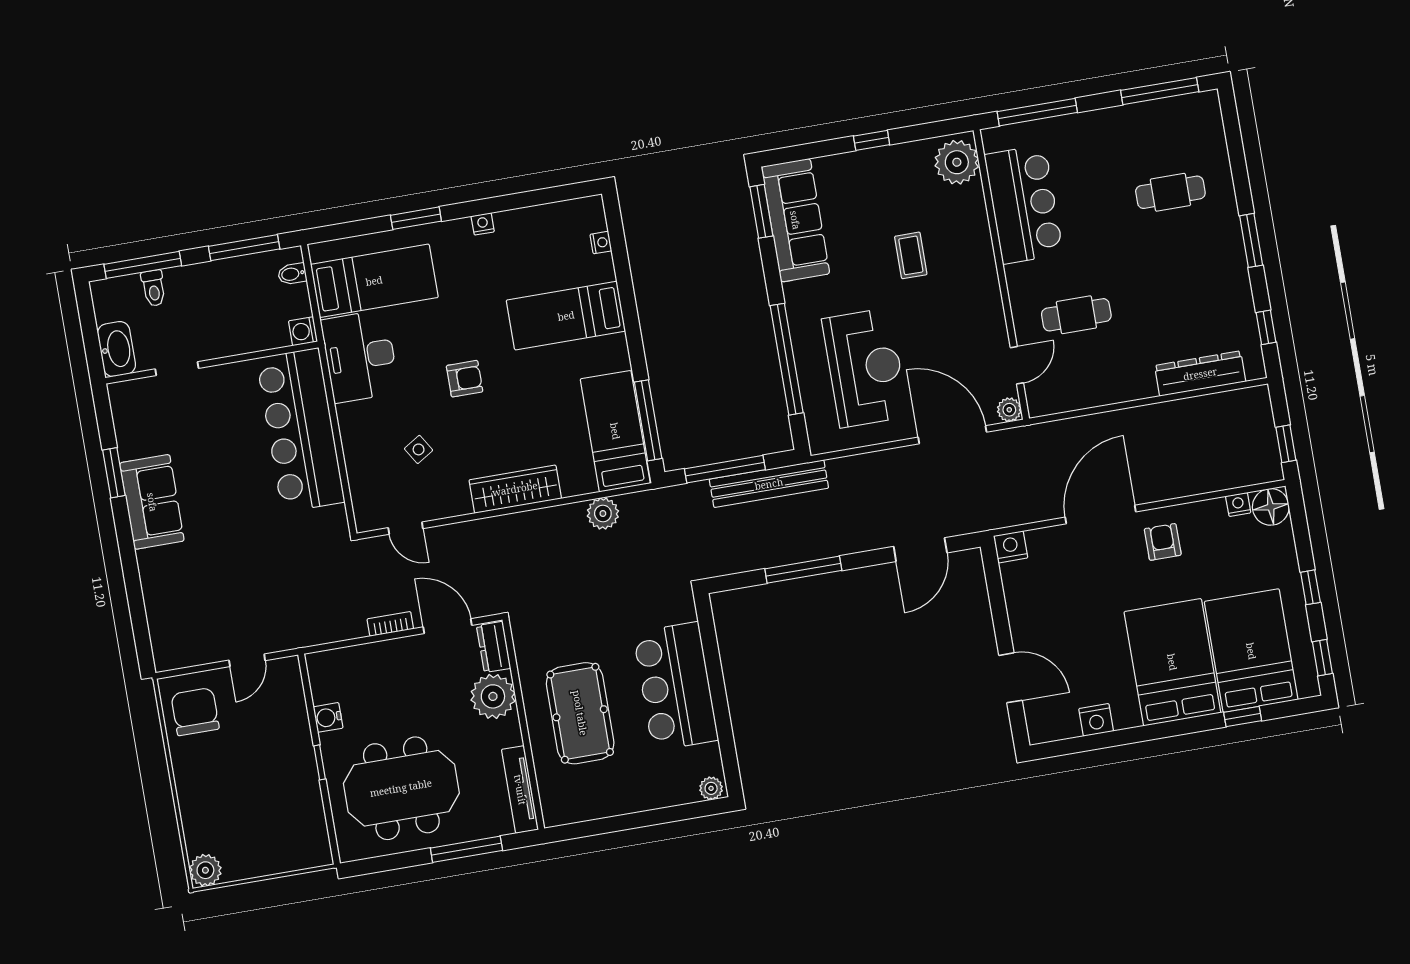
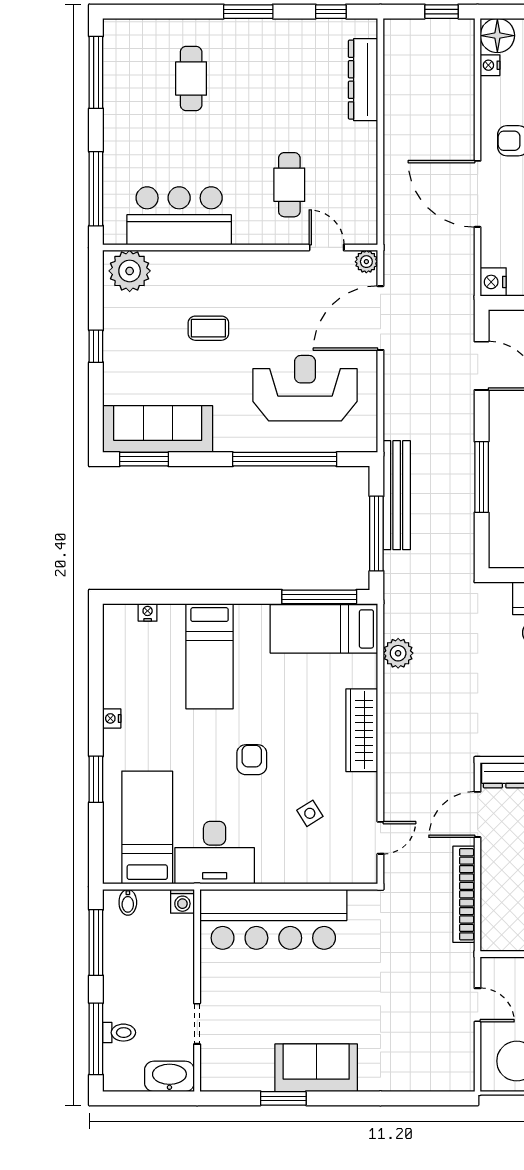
bookcase: (390, 624) -> (464, 894), width x2.31, depth x1.31

